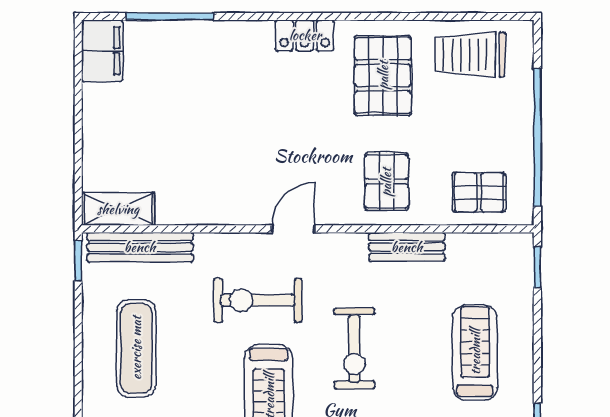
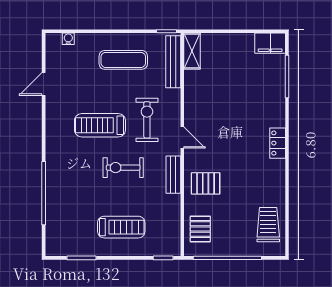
pallet: (383, 75) -> (258, 182), removed
bench: (407, 247) -> (173, 175), moved

